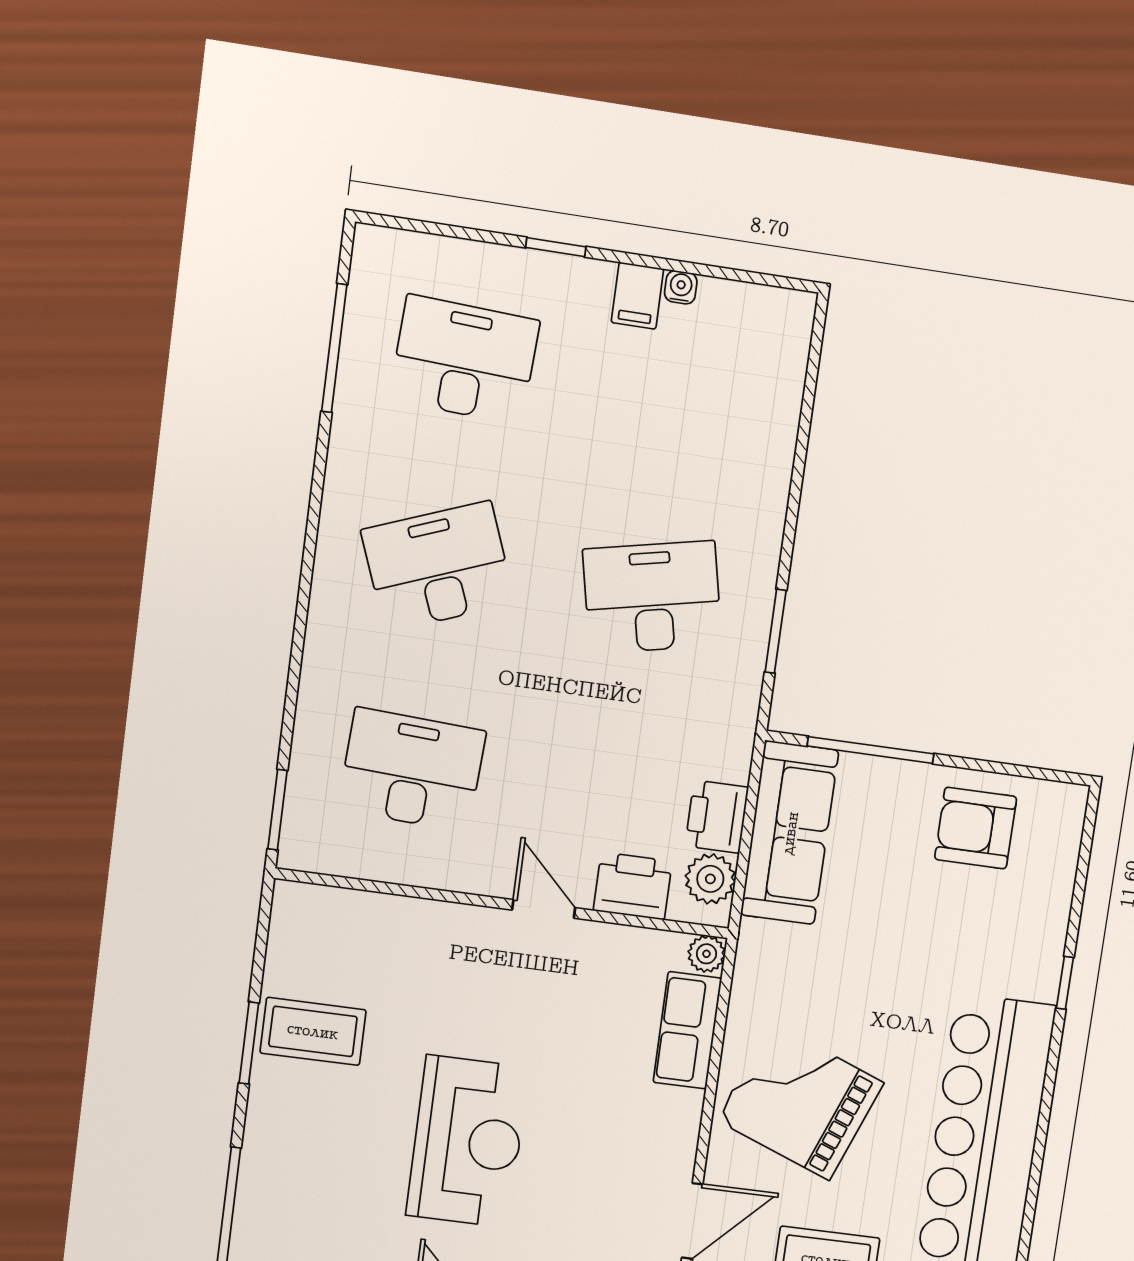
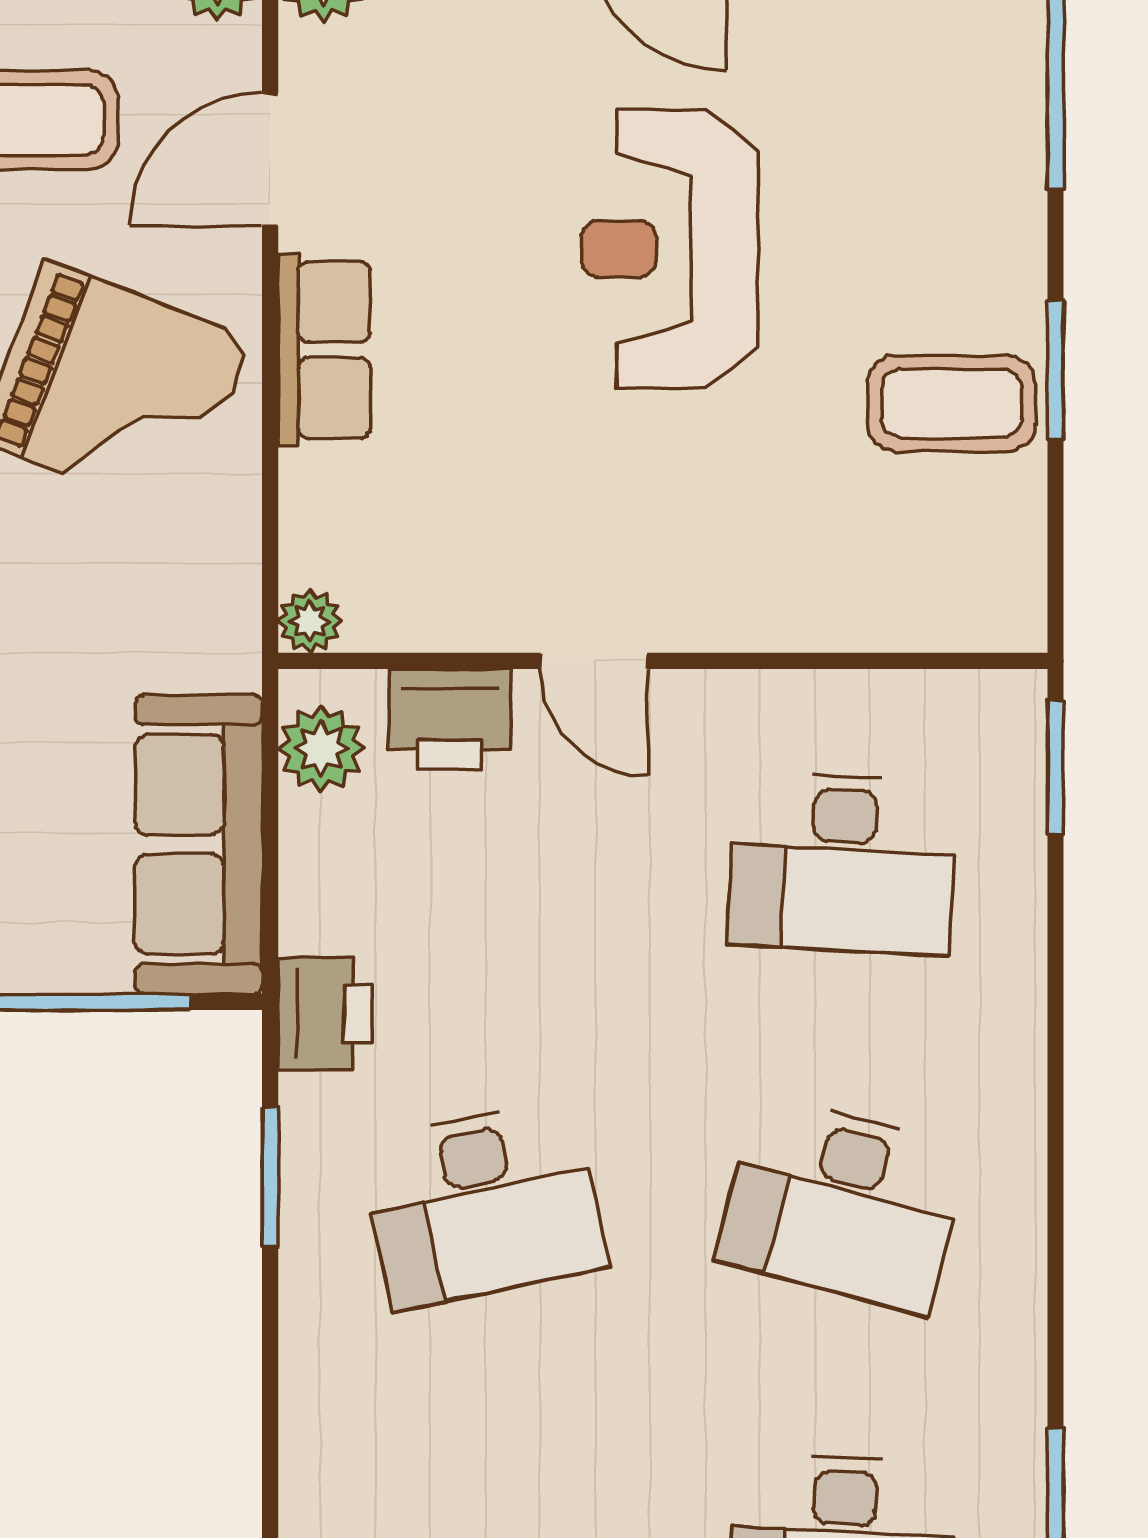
desk: (438, 567) -> (843, 1204), turned 36
printer: (717, 817) -> (325, 1014), moved
row of seats: (687, 1030) -> (324, 350), moved

